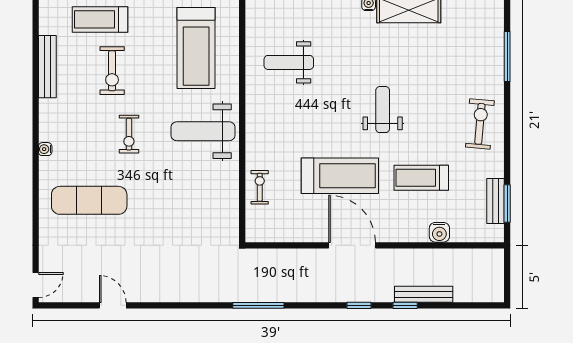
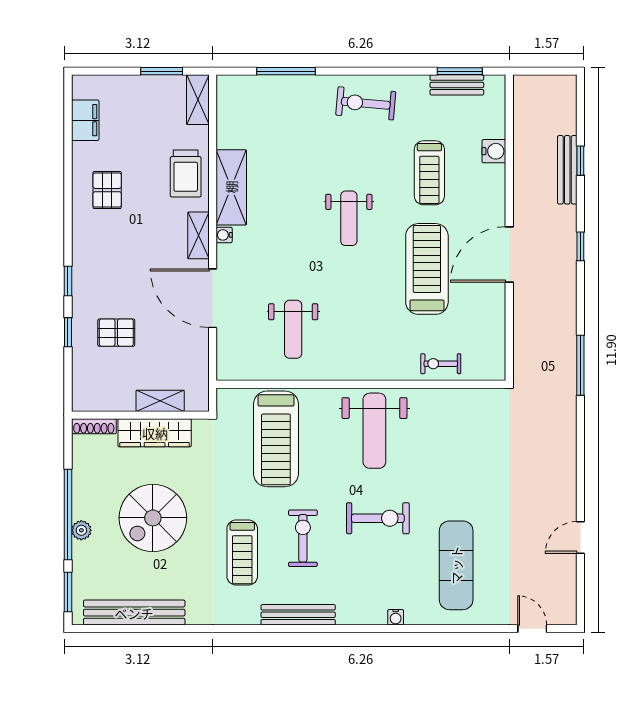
treadmill: (196, 48) -> (276, 439), turned 90
exercise bike: (112, 71) -> (303, 538), turned -90
weight bench: (383, 110) -> (349, 218), turned -90
exercise bike: (129, 134) -> (378, 518), width x1.38, depth x1.39
door: (36, 285) -> (532, 629), moved
window: (405, 305) -> (580, 161), moved

